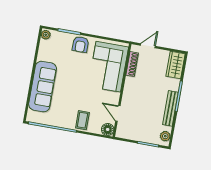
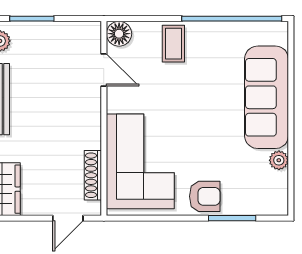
plant: (46, 35) -> (279, 160), moved
armchair: (80, 44) -> (205, 196), turned 90

